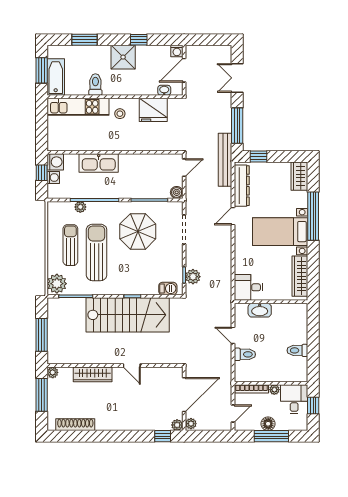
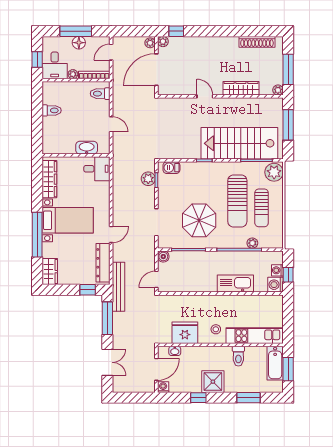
stairs: (128, 315) -> (239, 143), moved
toilet: (245, 354) -> (100, 94), moved

